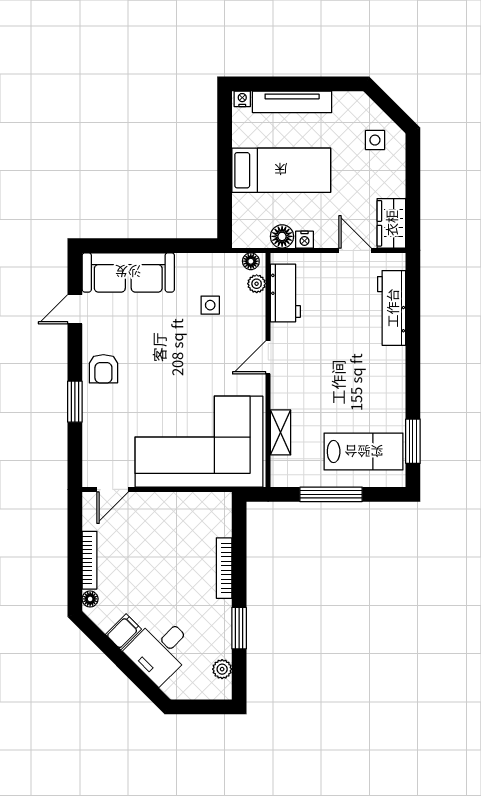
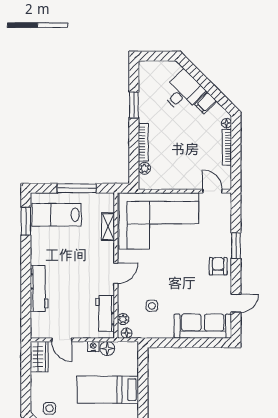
workbench: (392, 308) -> (39, 288), moved
door: (113, 489) -> (212, 191), hinge flipped
plant: (222, 669) -> (144, 168), moved

